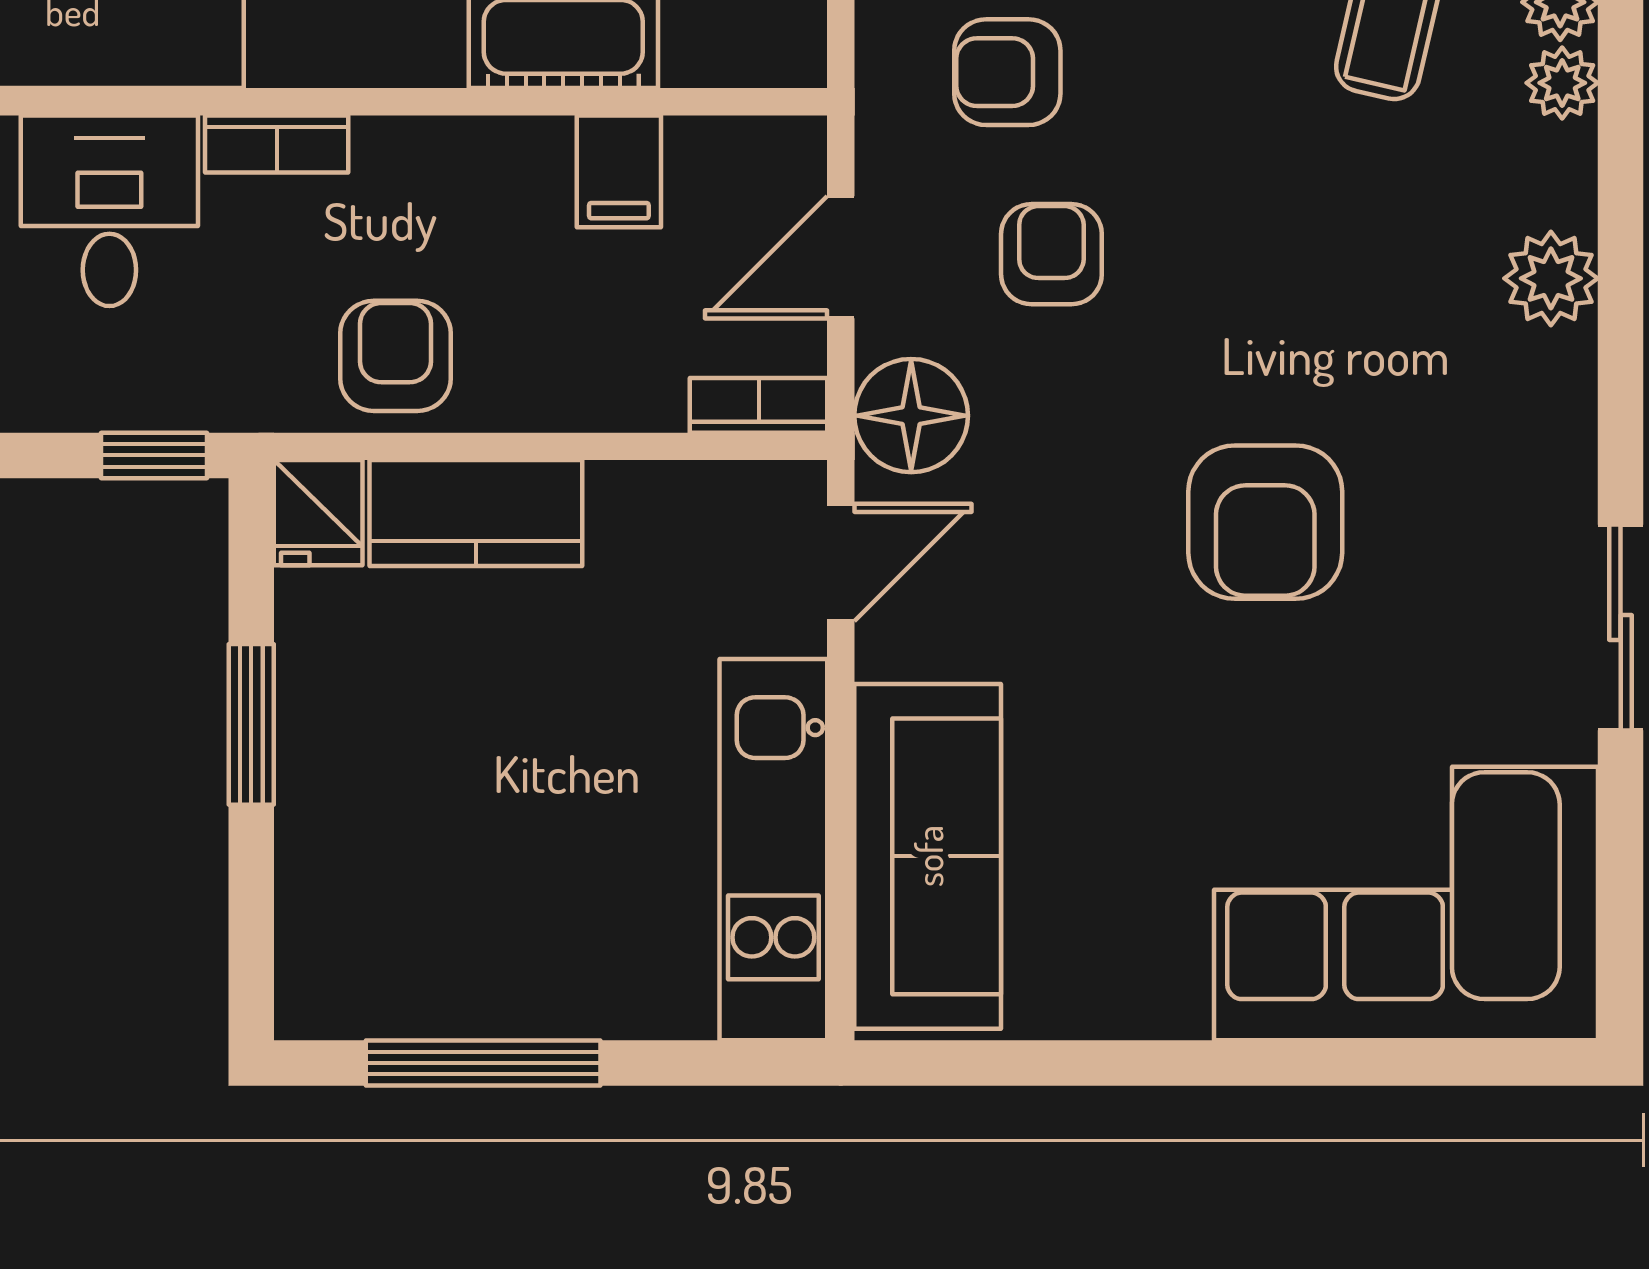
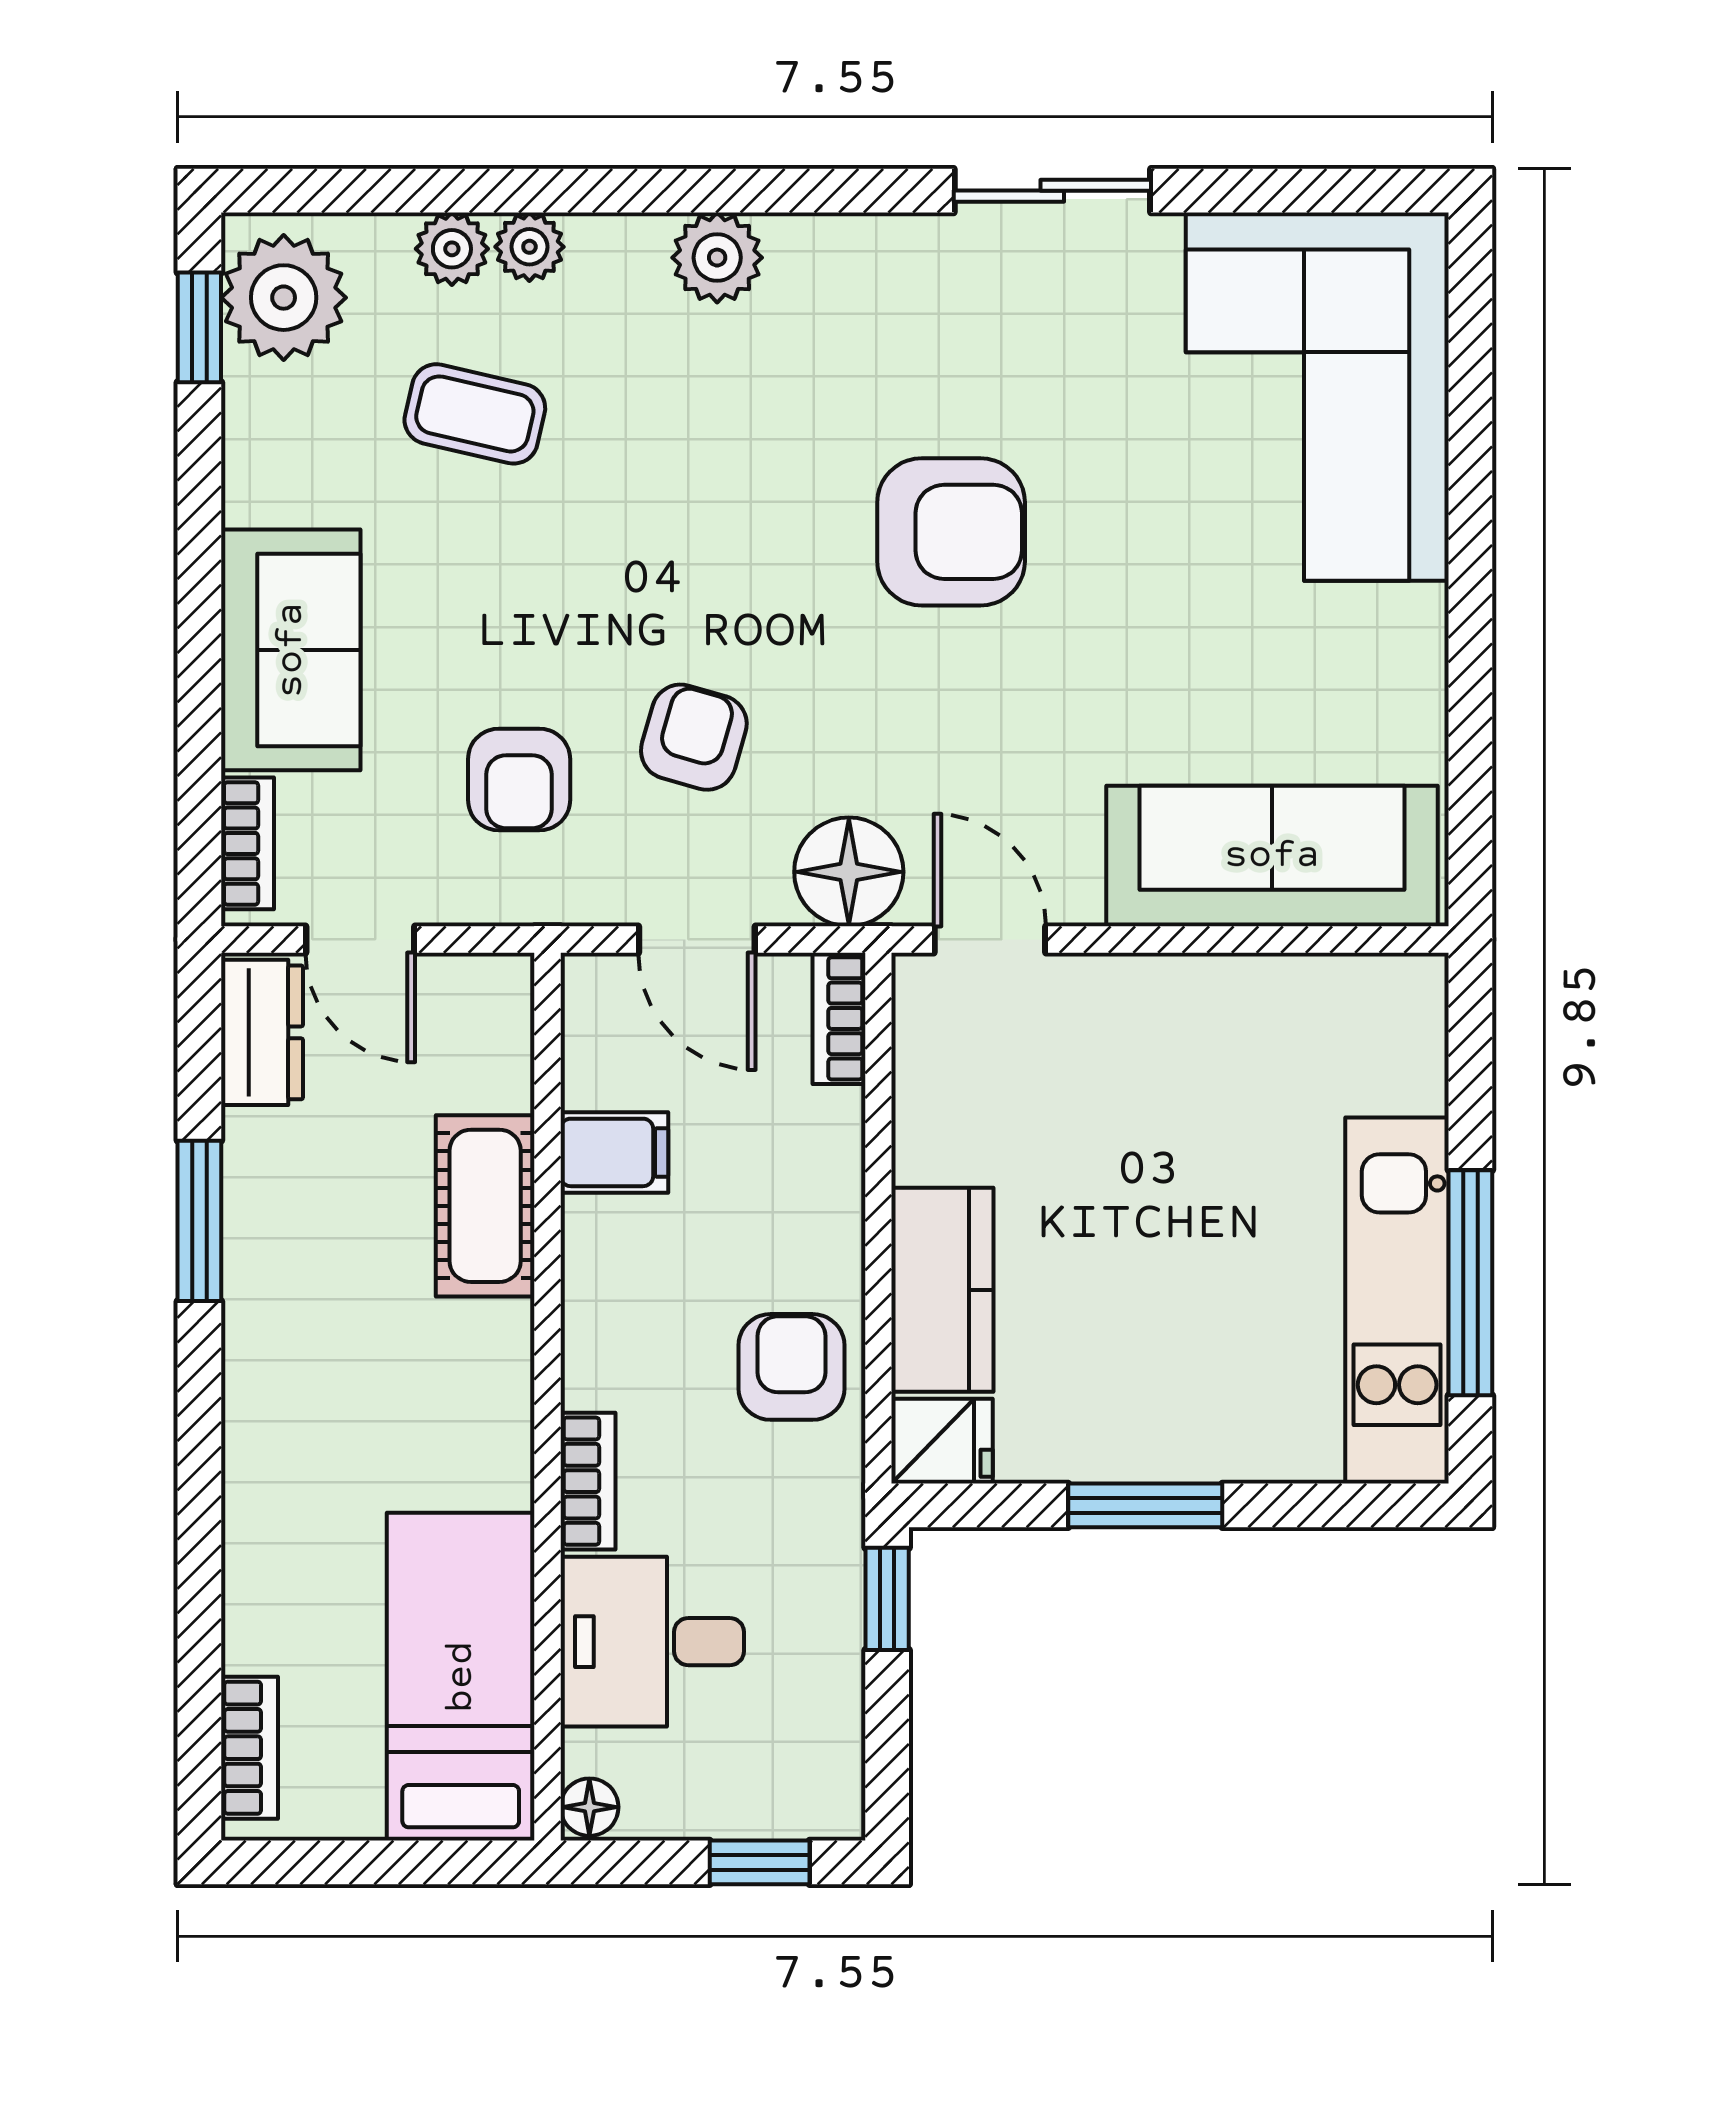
armchair: (1051, 254) -> (694, 737), turned 106
armchair: (395, 356) -> (792, 1367), turned 90
kitchen unit: (773, 850) -> (1397, 1301), moved, turned 90

